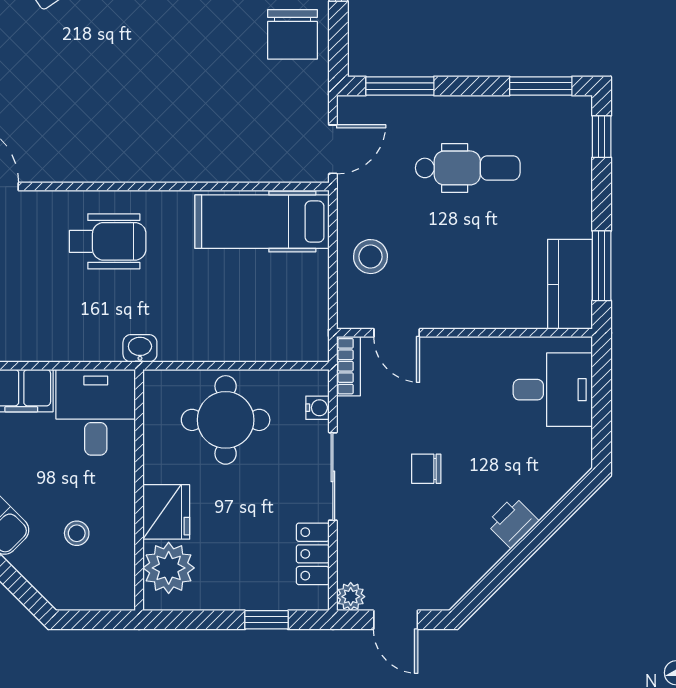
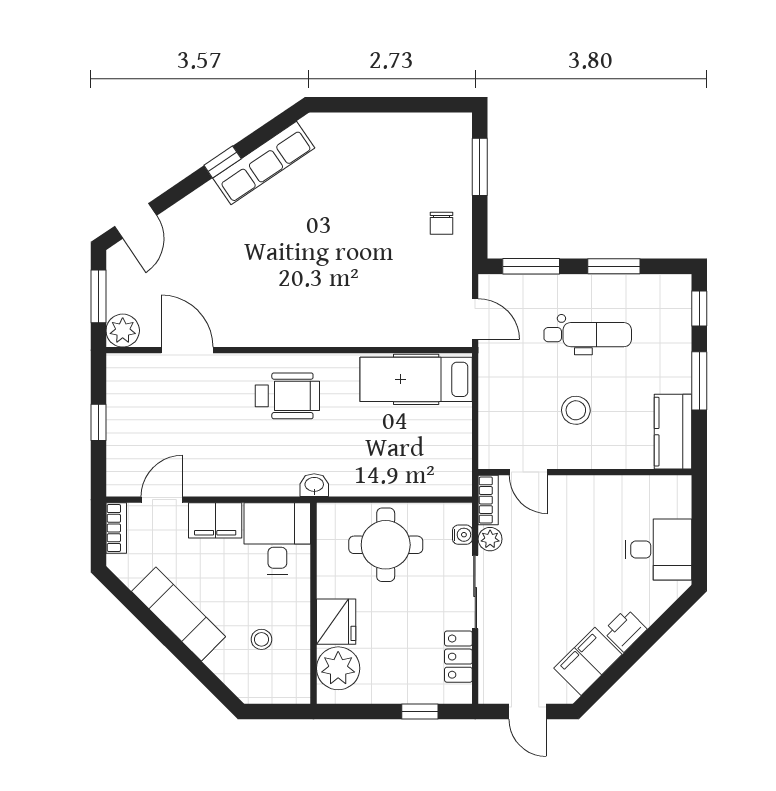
chair: (293, 34) -> (441, 223), width x0.54, depth x0.54
window: (541, 86) -> (614, 266), moved
door: (333, 149) -> (475, 319), hinge flipped
stool: (370, 257) -> (576, 410), moved
window: (602, 266) -> (699, 381), moved
desk: (553, 390) -> (659, 549), moved
chair: (426, 469) -> (553, 586), removed
filing cabinet: (468, 559) -> (588, 661), added
plant: (351, 597) -> (490, 539), moved

